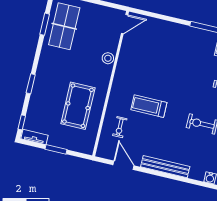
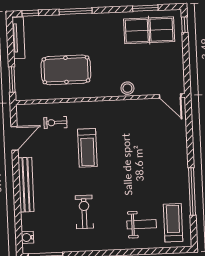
window: (31, 84) -> (76, 11), width x1.44
treadmill: (149, 106) -> (87, 148), turned 180
tv unit: (35, 137) -> (18, 38), width x1.41
window: (56, 149) -> (12, 79), moved

